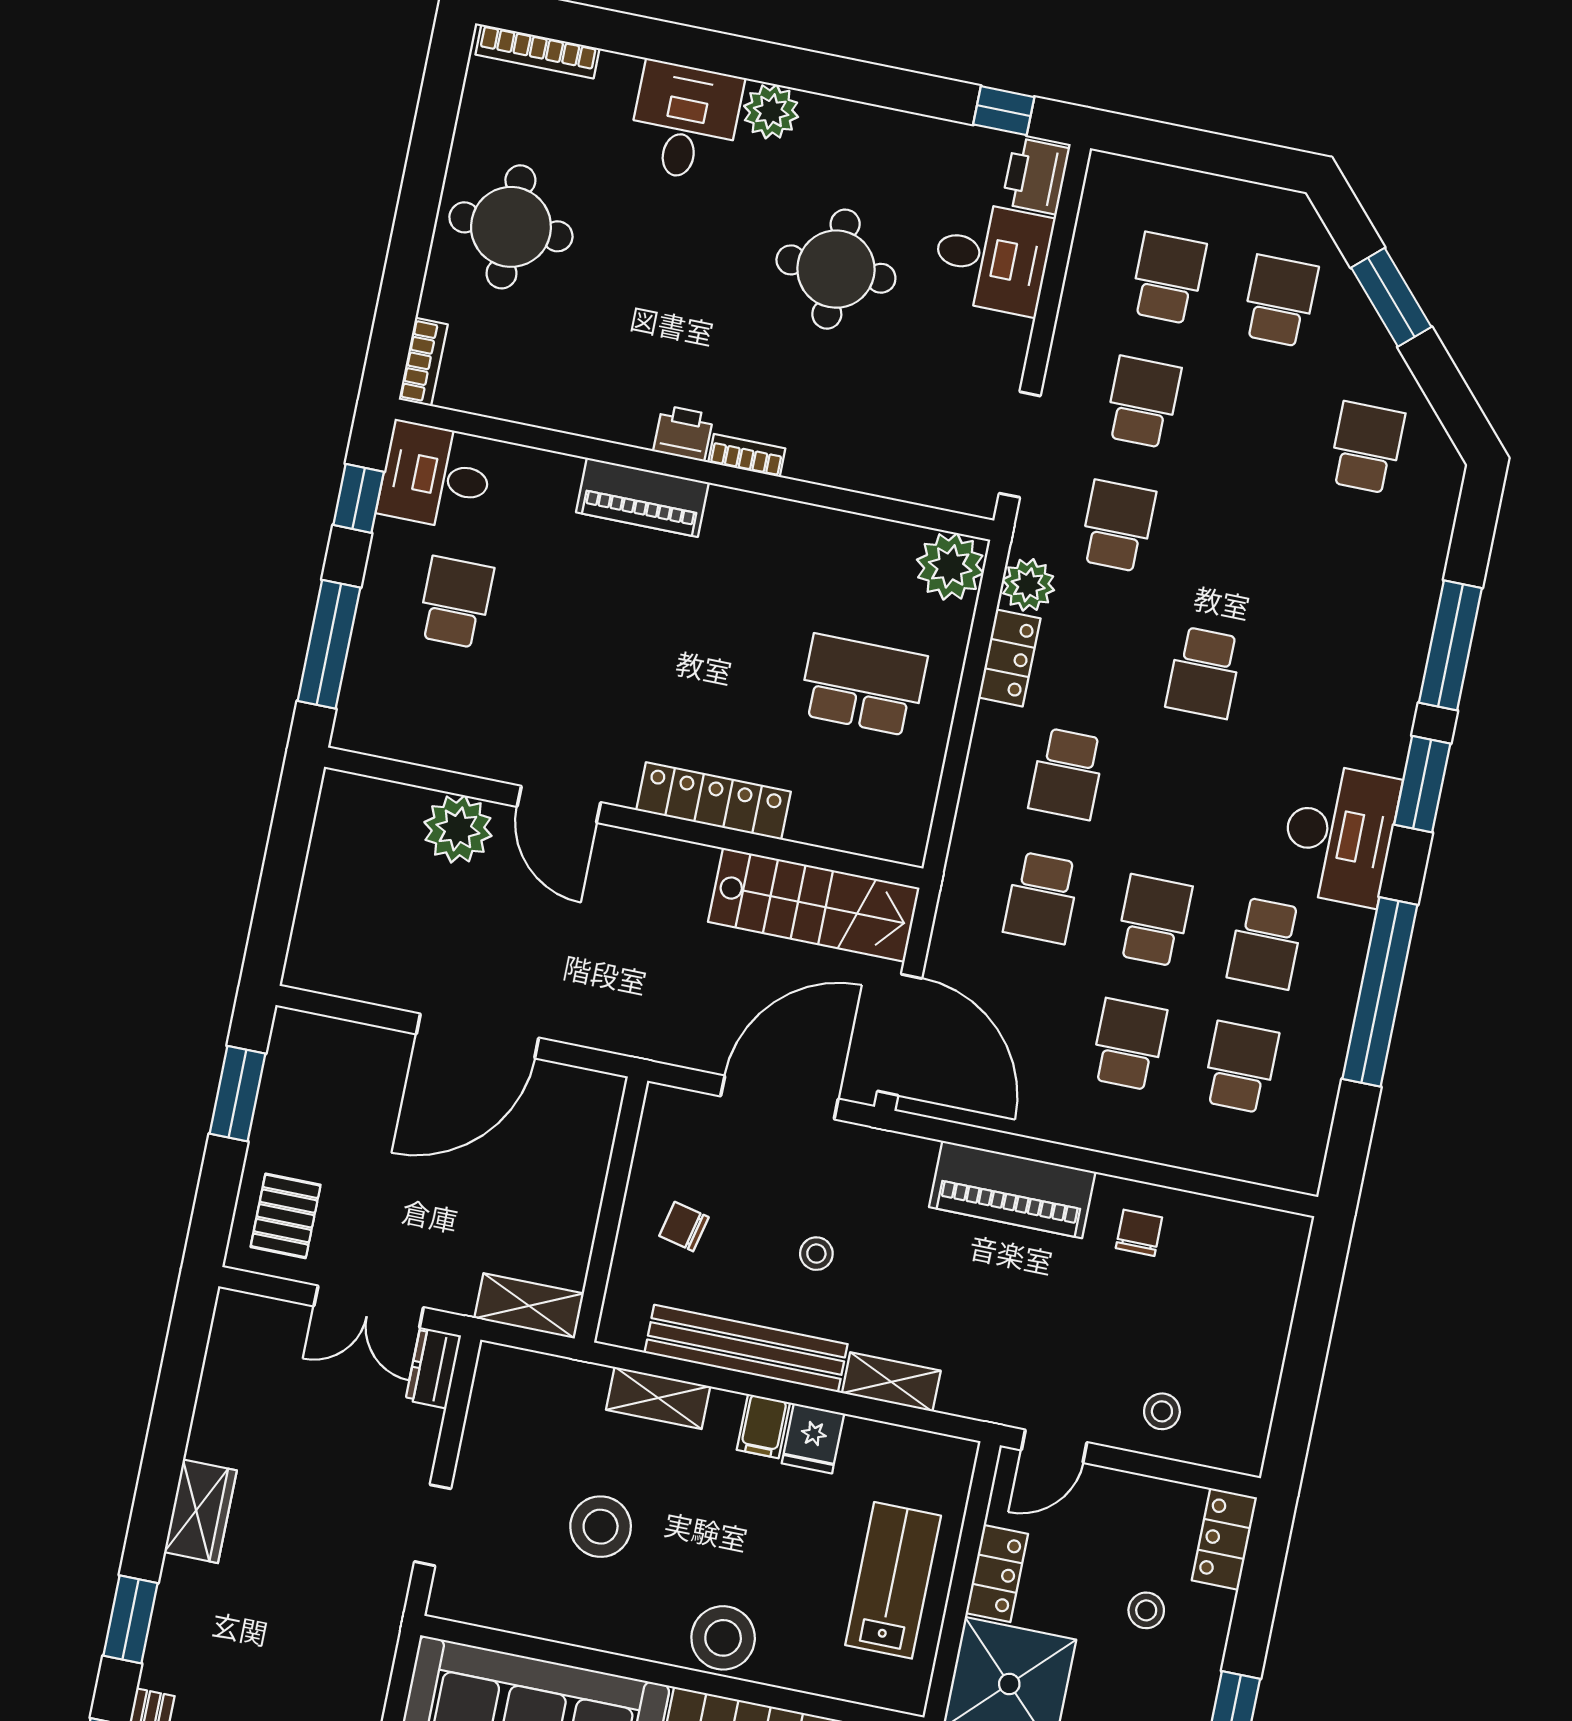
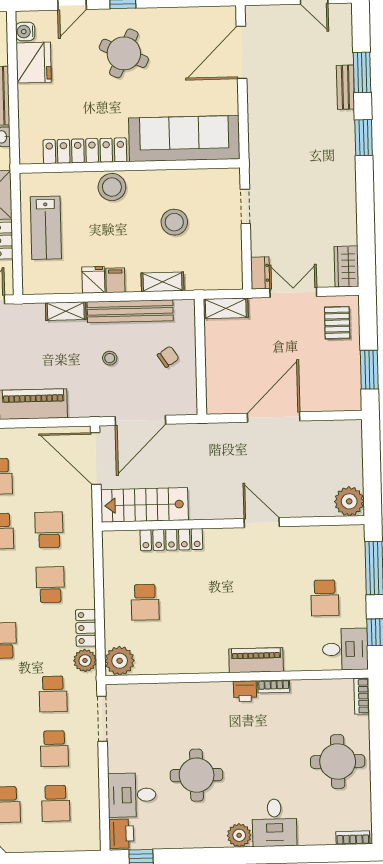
bookcase: (537, 51) -> (353, 838), width x0.64
bookcase: (747, 455) -> (274, 686), moved
school desk: (863, 685) -> (145, 602), width x0.54
locker: (713, 801) -> (171, 540), moved
plant: (458, 829) -> (349, 501), moved
chair: (684, 1227) -> (168, 357), turned -47
wardrobe: (200, 1511) -> (346, 266), moved

